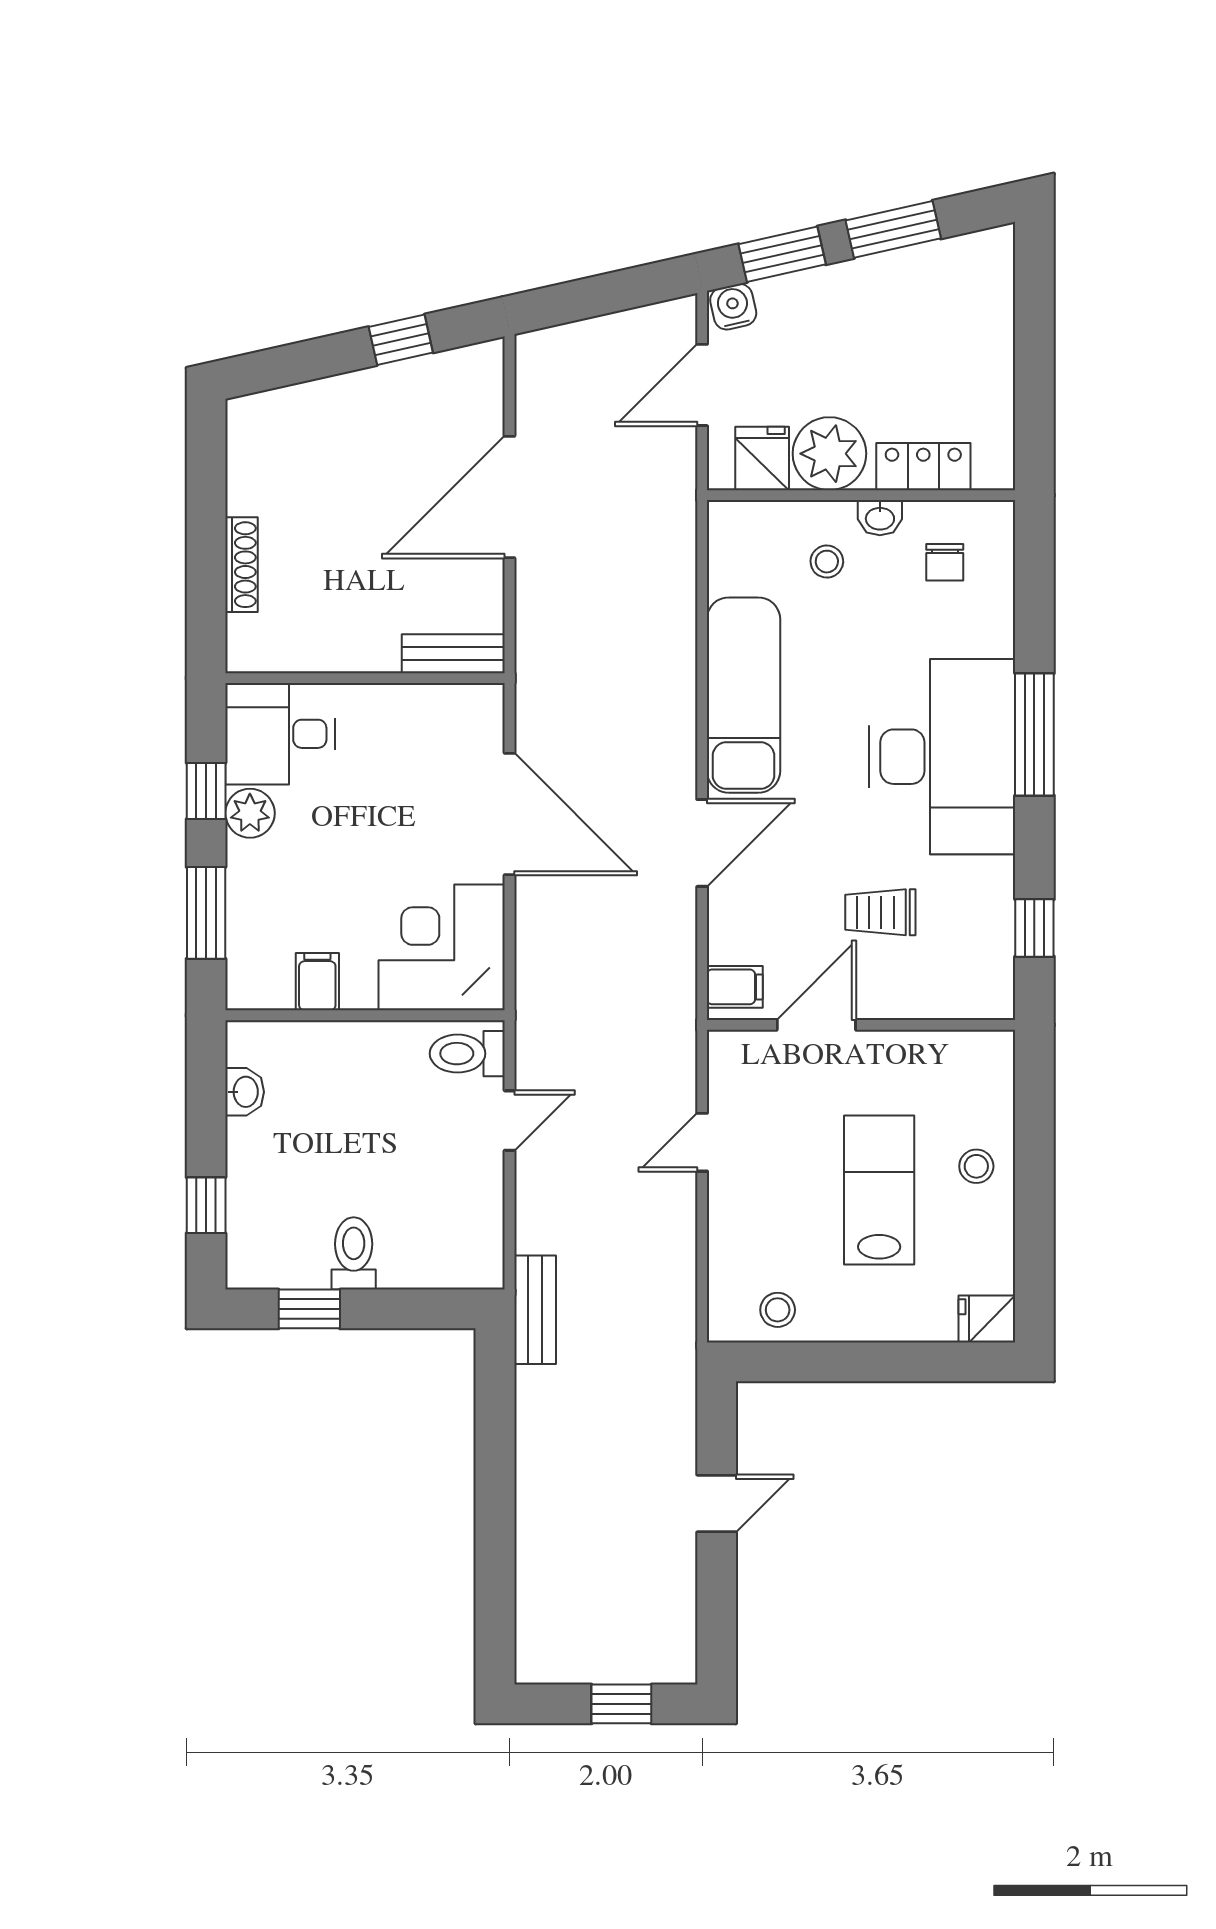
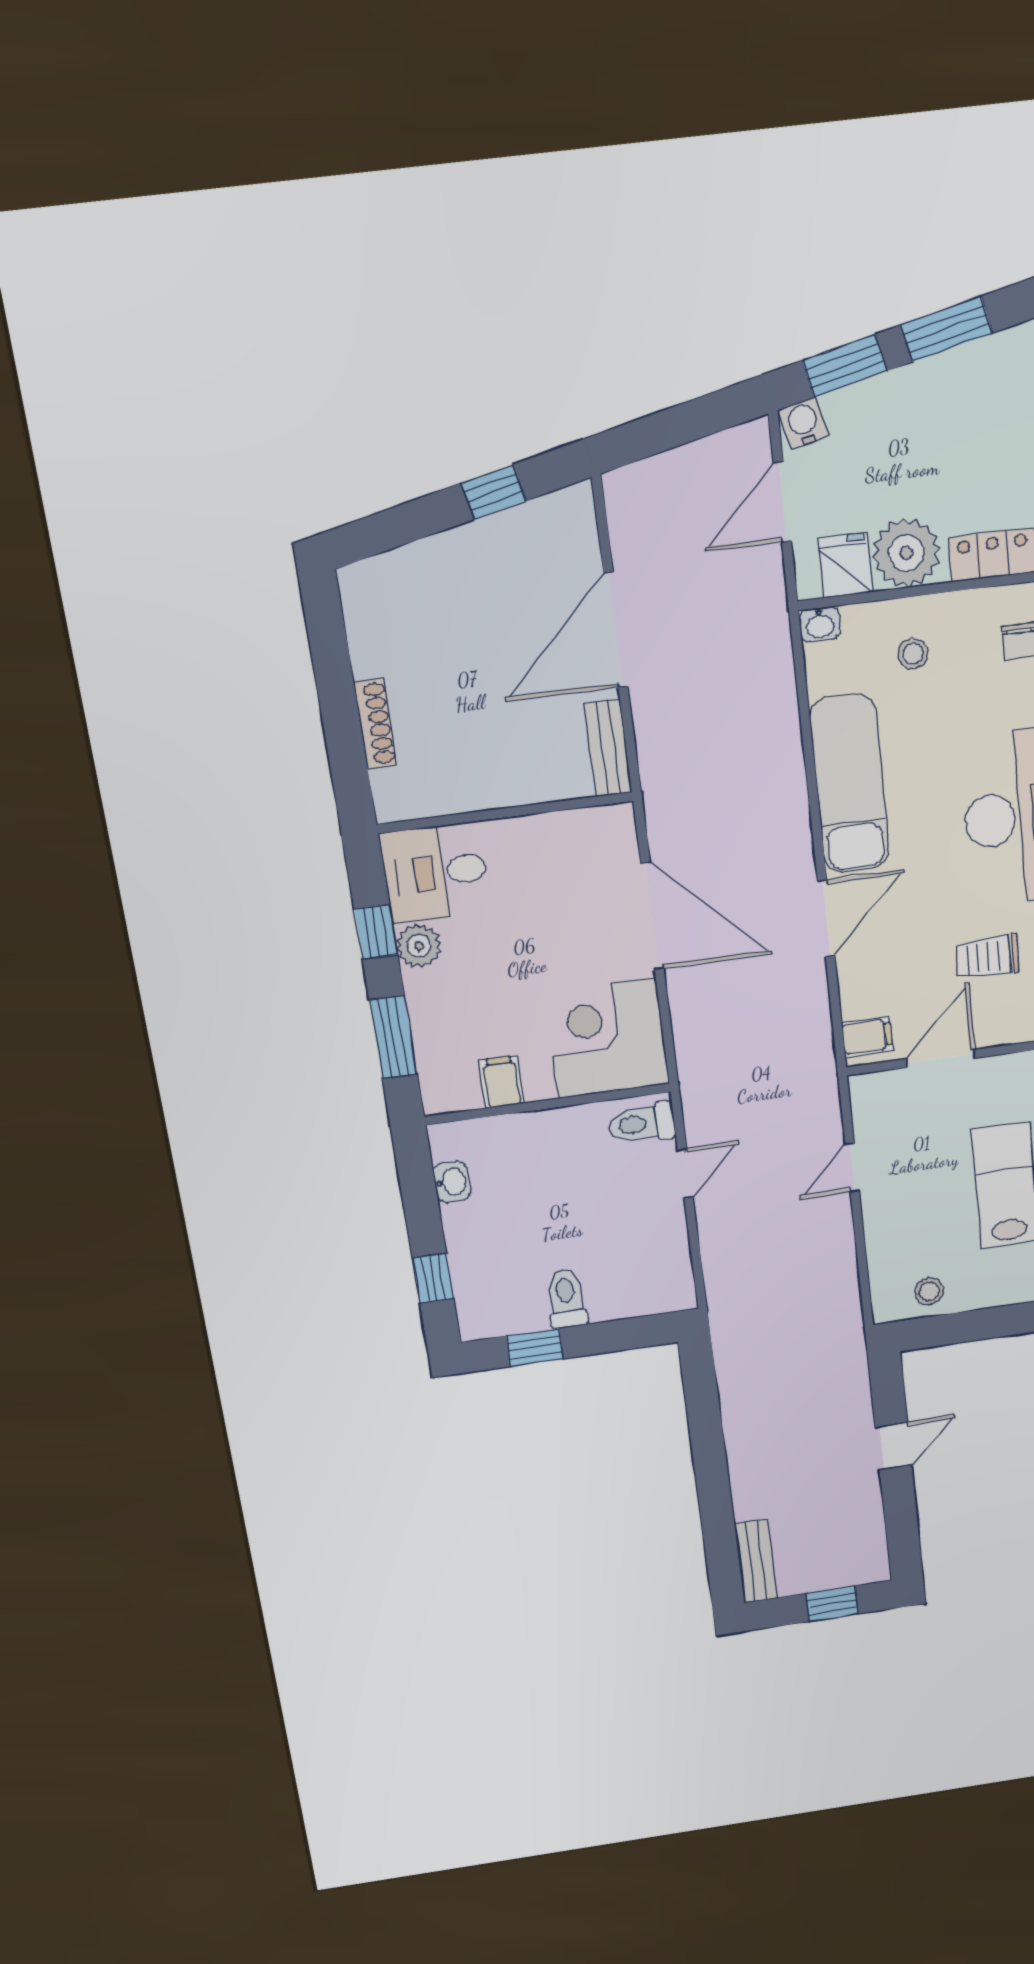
washbasin: (880, 518) -> (820, 624), moved
bench: (453, 654) -> (608, 748), moved, turned 90
bench: (535, 1310) -> (756, 1561), moved

